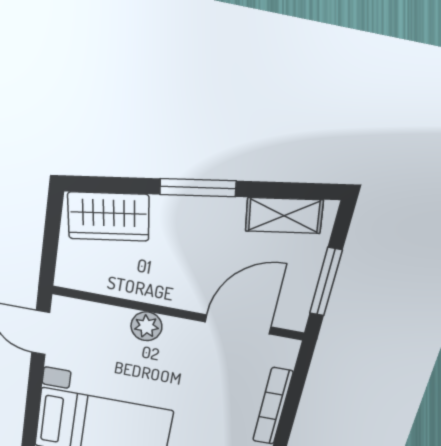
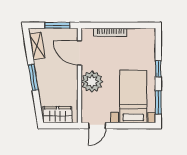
wardrobe: (109, 217) -> (58, 115), moved, turned -81
plant: (146, 326) -> (92, 81), width x1.87, depth x1.87

